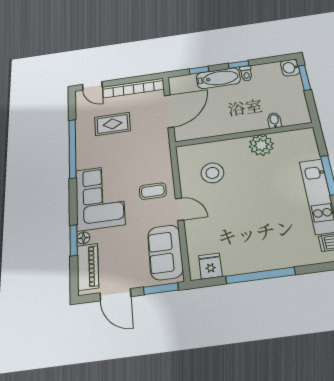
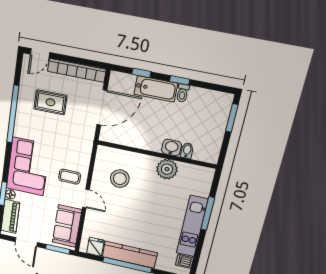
washbasin: (290, 68) -> (171, 148), moved, turned 90
door: (92, 86) -> (40, 53), hinge flipped
kitchen counter: (258, 260) -> (130, 255), added

